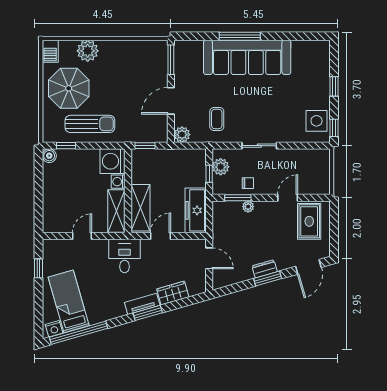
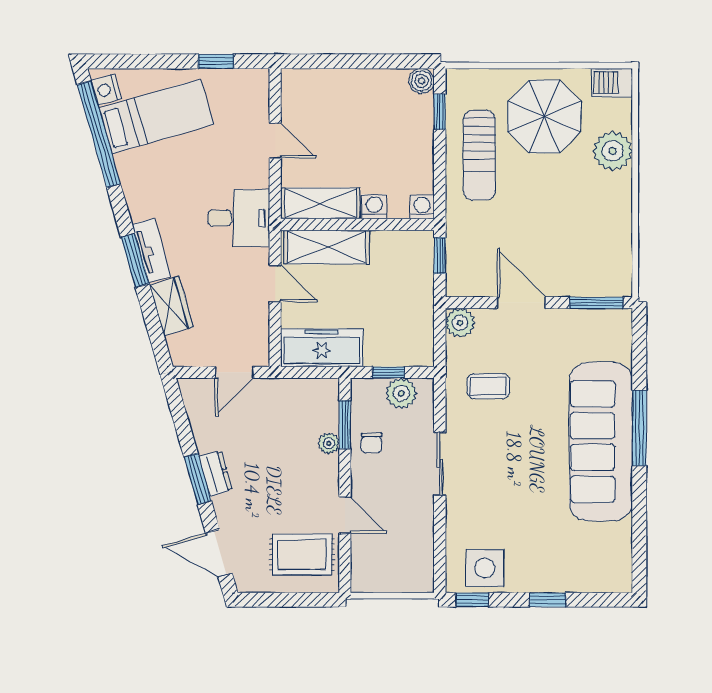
washing machine: (112, 161) -> (422, 207), width x0.53, depth x0.53

